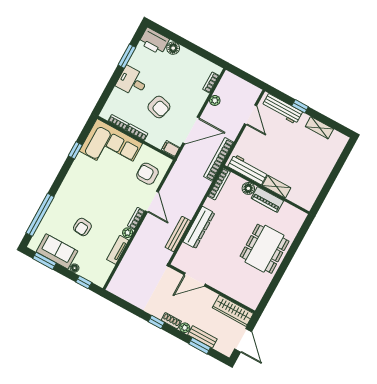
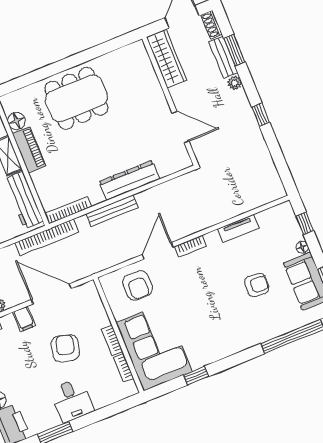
filing cabinet: (171, 149) -> (24, 319), moved
floor lamp: (248, 188) -> (17, 121), moved
plant: (128, 233) -> (212, 238), removed
bench: (178, 234) -> (112, 211), moved
shoe rack: (171, 321) -> (212, 25), moved

